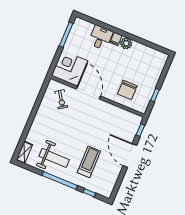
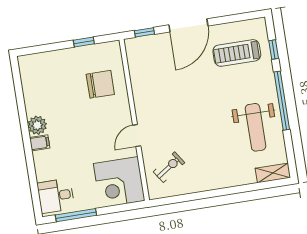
desk: (101, 38) -> (56, 196), moved
door: (88, 93) -> (137, 136), width x0.53
weight bench: (54, 158) -> (256, 127), turned 180
treadmill: (89, 162) -> (237, 53), moved

